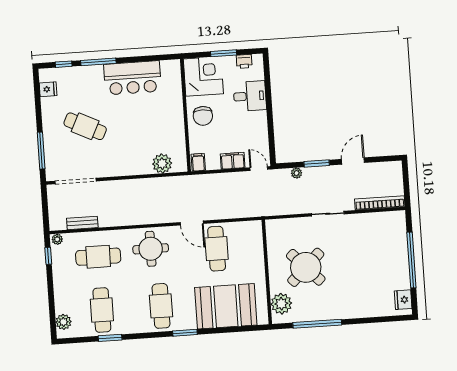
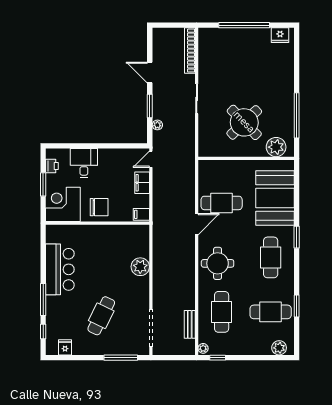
plant: (162, 164) -> (140, 267), moved
cafe table: (161, 306) -> (271, 257), turned 90

